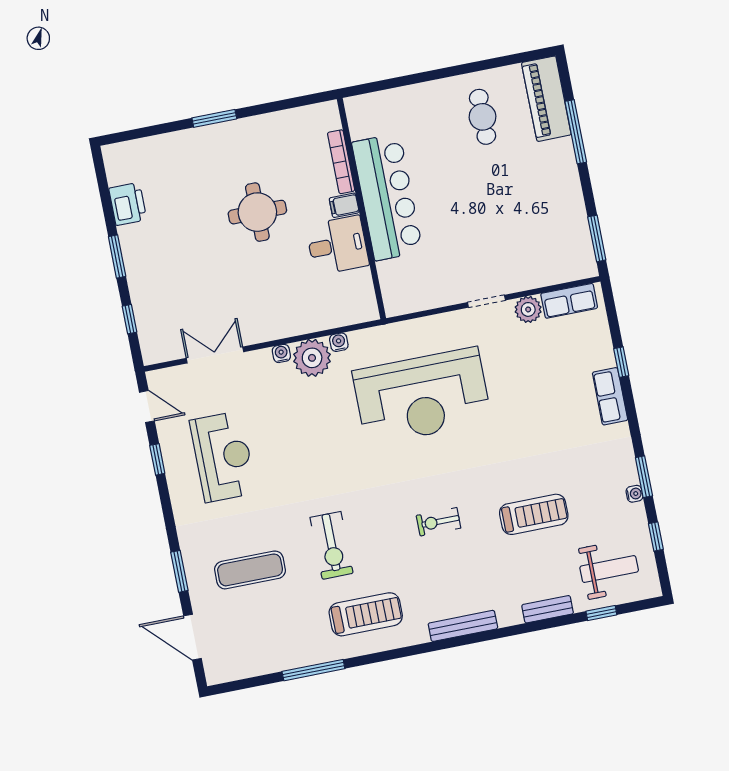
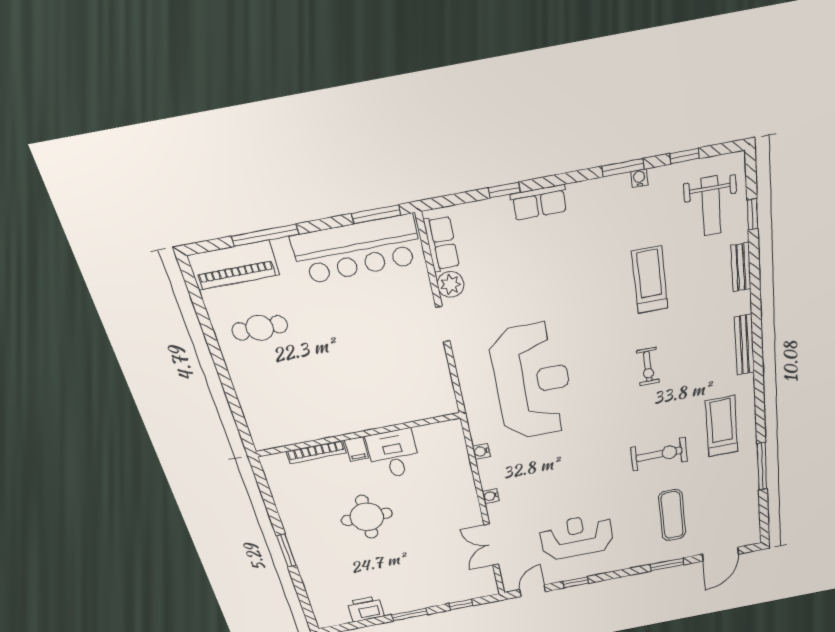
bar counter: (387, 197) -> (357, 249), moved, turned 180
plant: (312, 358) -> (495, 472), removed
weight bench: (609, 569) -> (711, 206), turned 180

